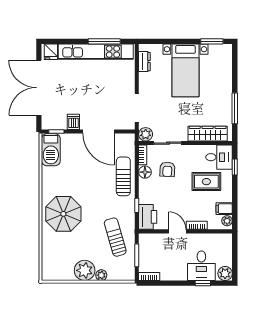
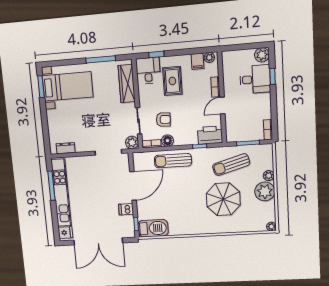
bed with nightstands: (185, 70) -> (68, 86), moved
parasol: (63, 214) -> (223, 199), moved
plant: (46, 276) -> (271, 227), added

